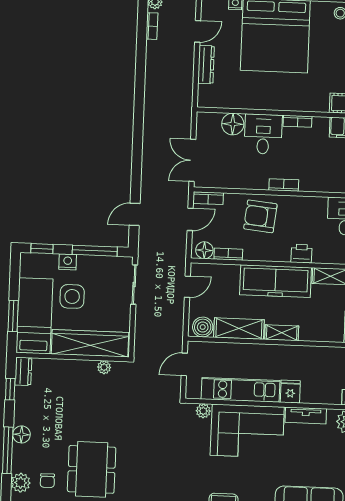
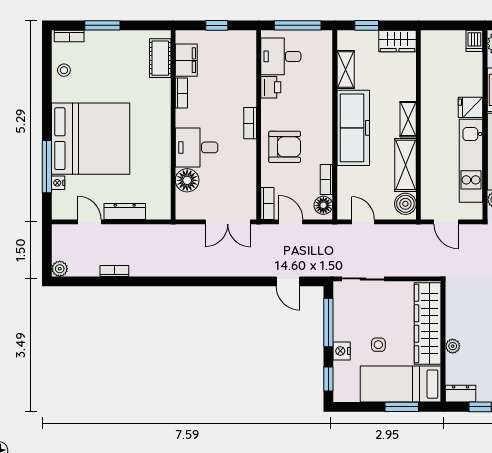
bookcase: (152, 26) -> (114, 271), moved
bookcase: (298, 121) -> (181, 93), moved
armchair: (260, 216) -> (285, 147), turned -96
printer: (301, 254) -> (271, 87), moved, turned 180
side table: (72, 296) -> (378, 345), width x0.54, depth x0.54
plant: (104, 367) -> (453, 346), moved

